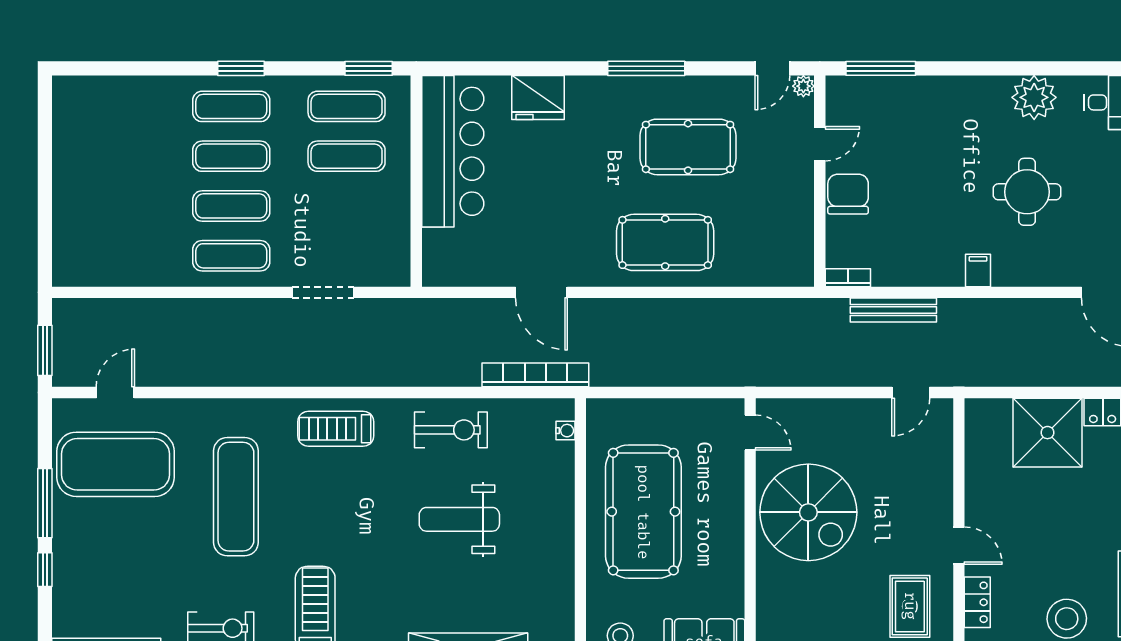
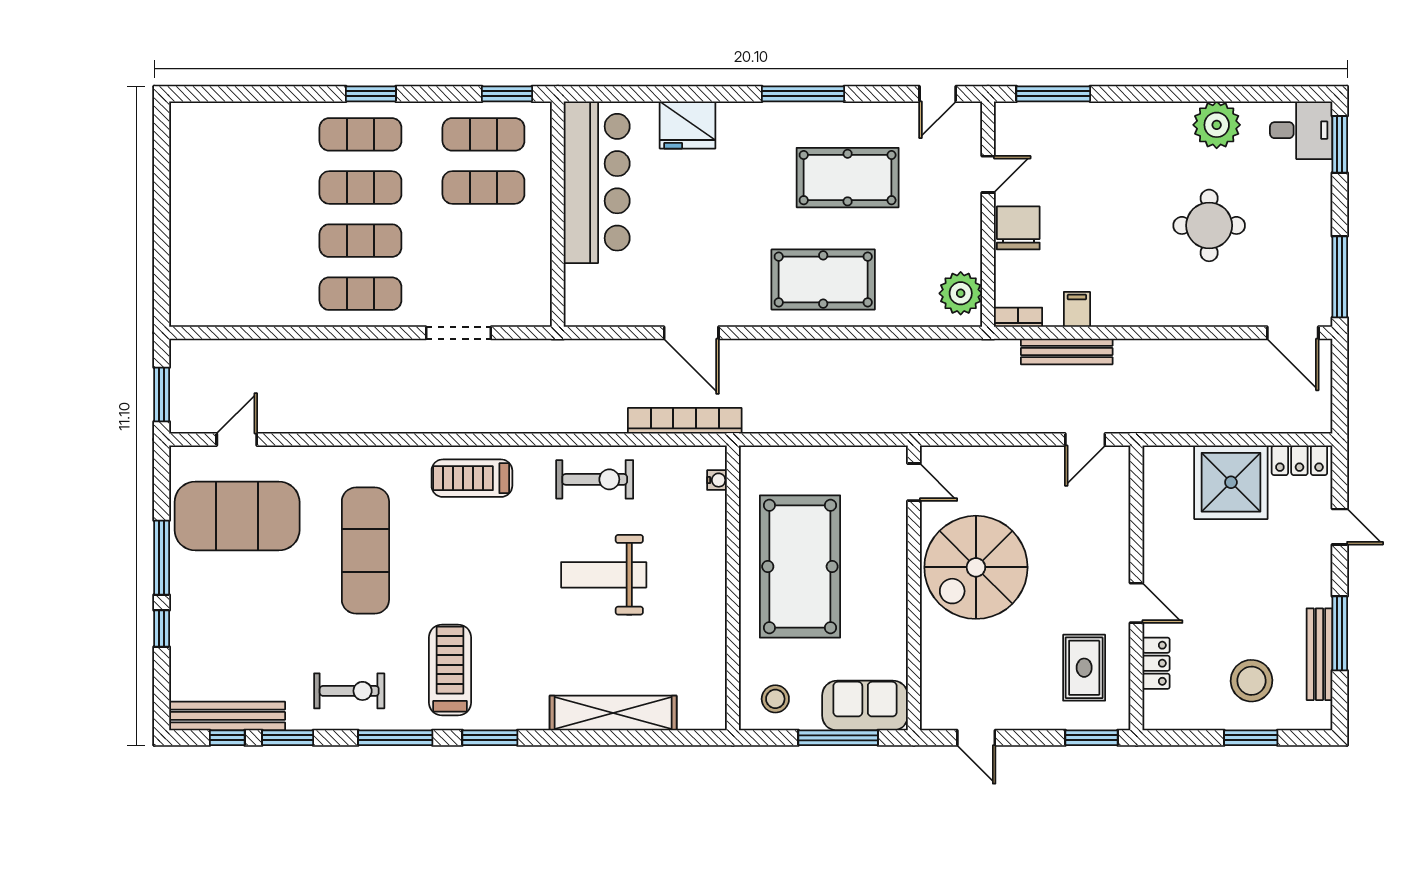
plant: (803, 86) -> (961, 293), moved, width x1.88, depth x1.88
filing cabinet: (978, 270) -> (1077, 309), moved
spiral stairs: (808, 512) -> (976, 567), turned 90

